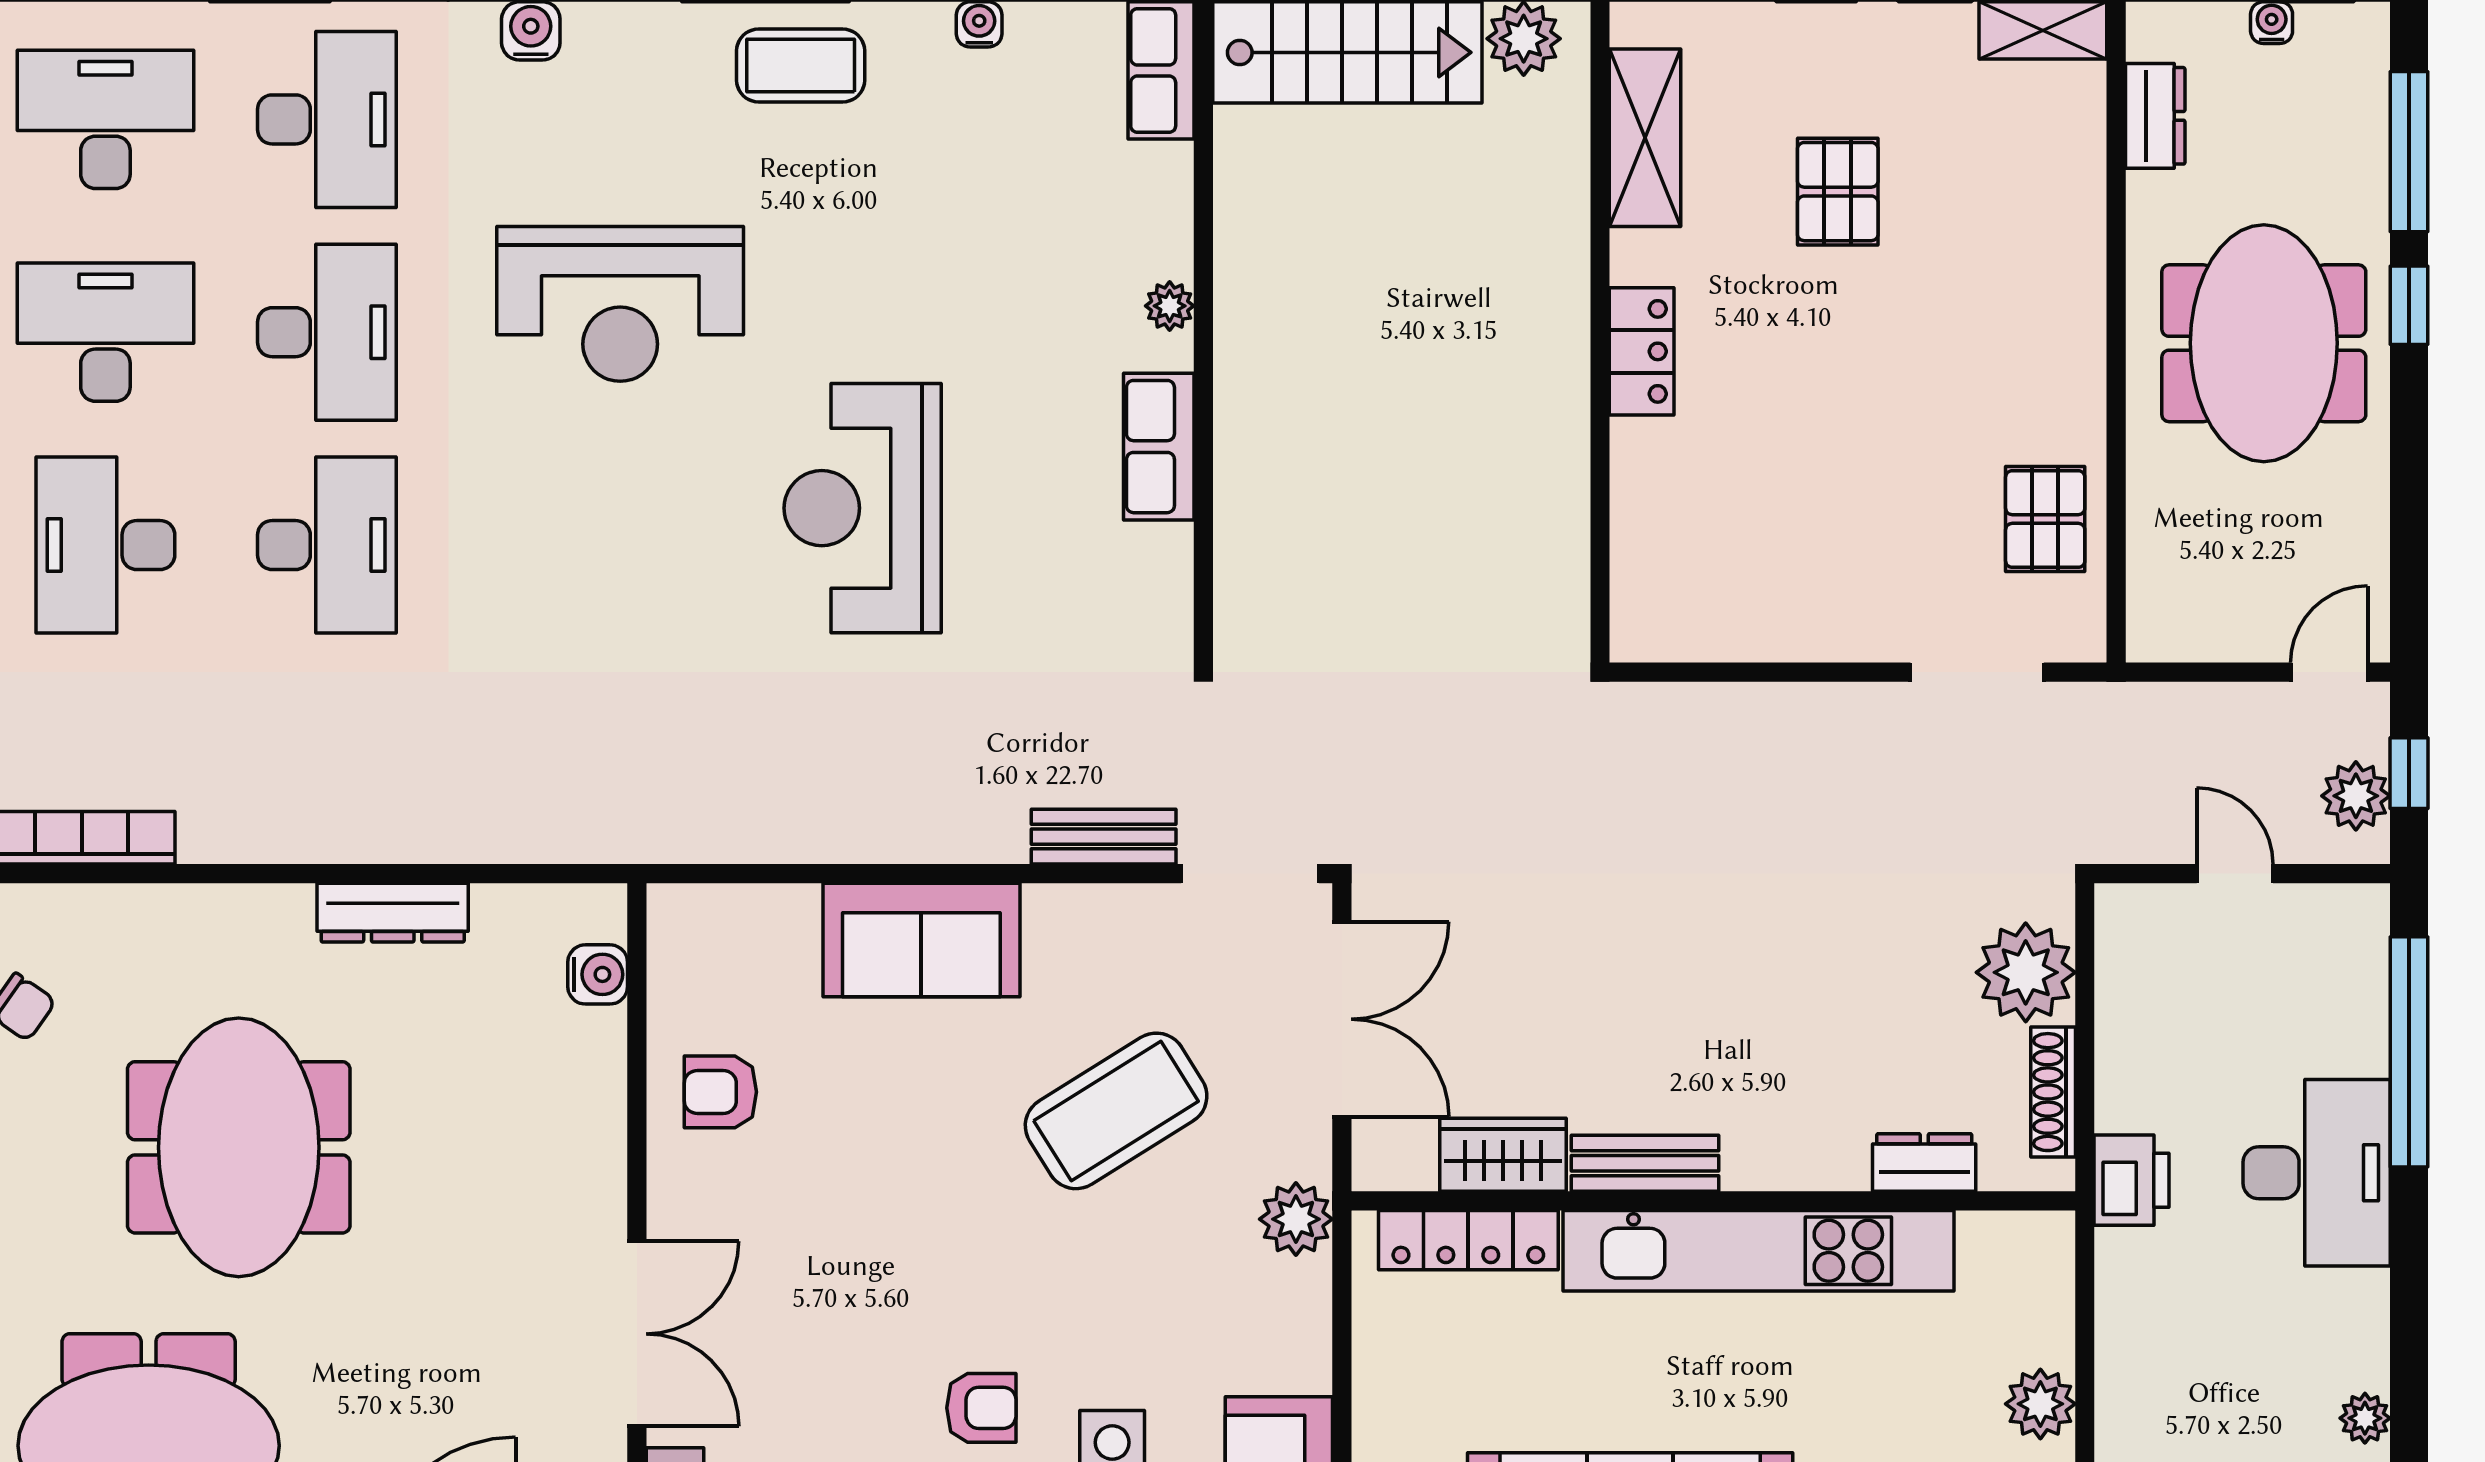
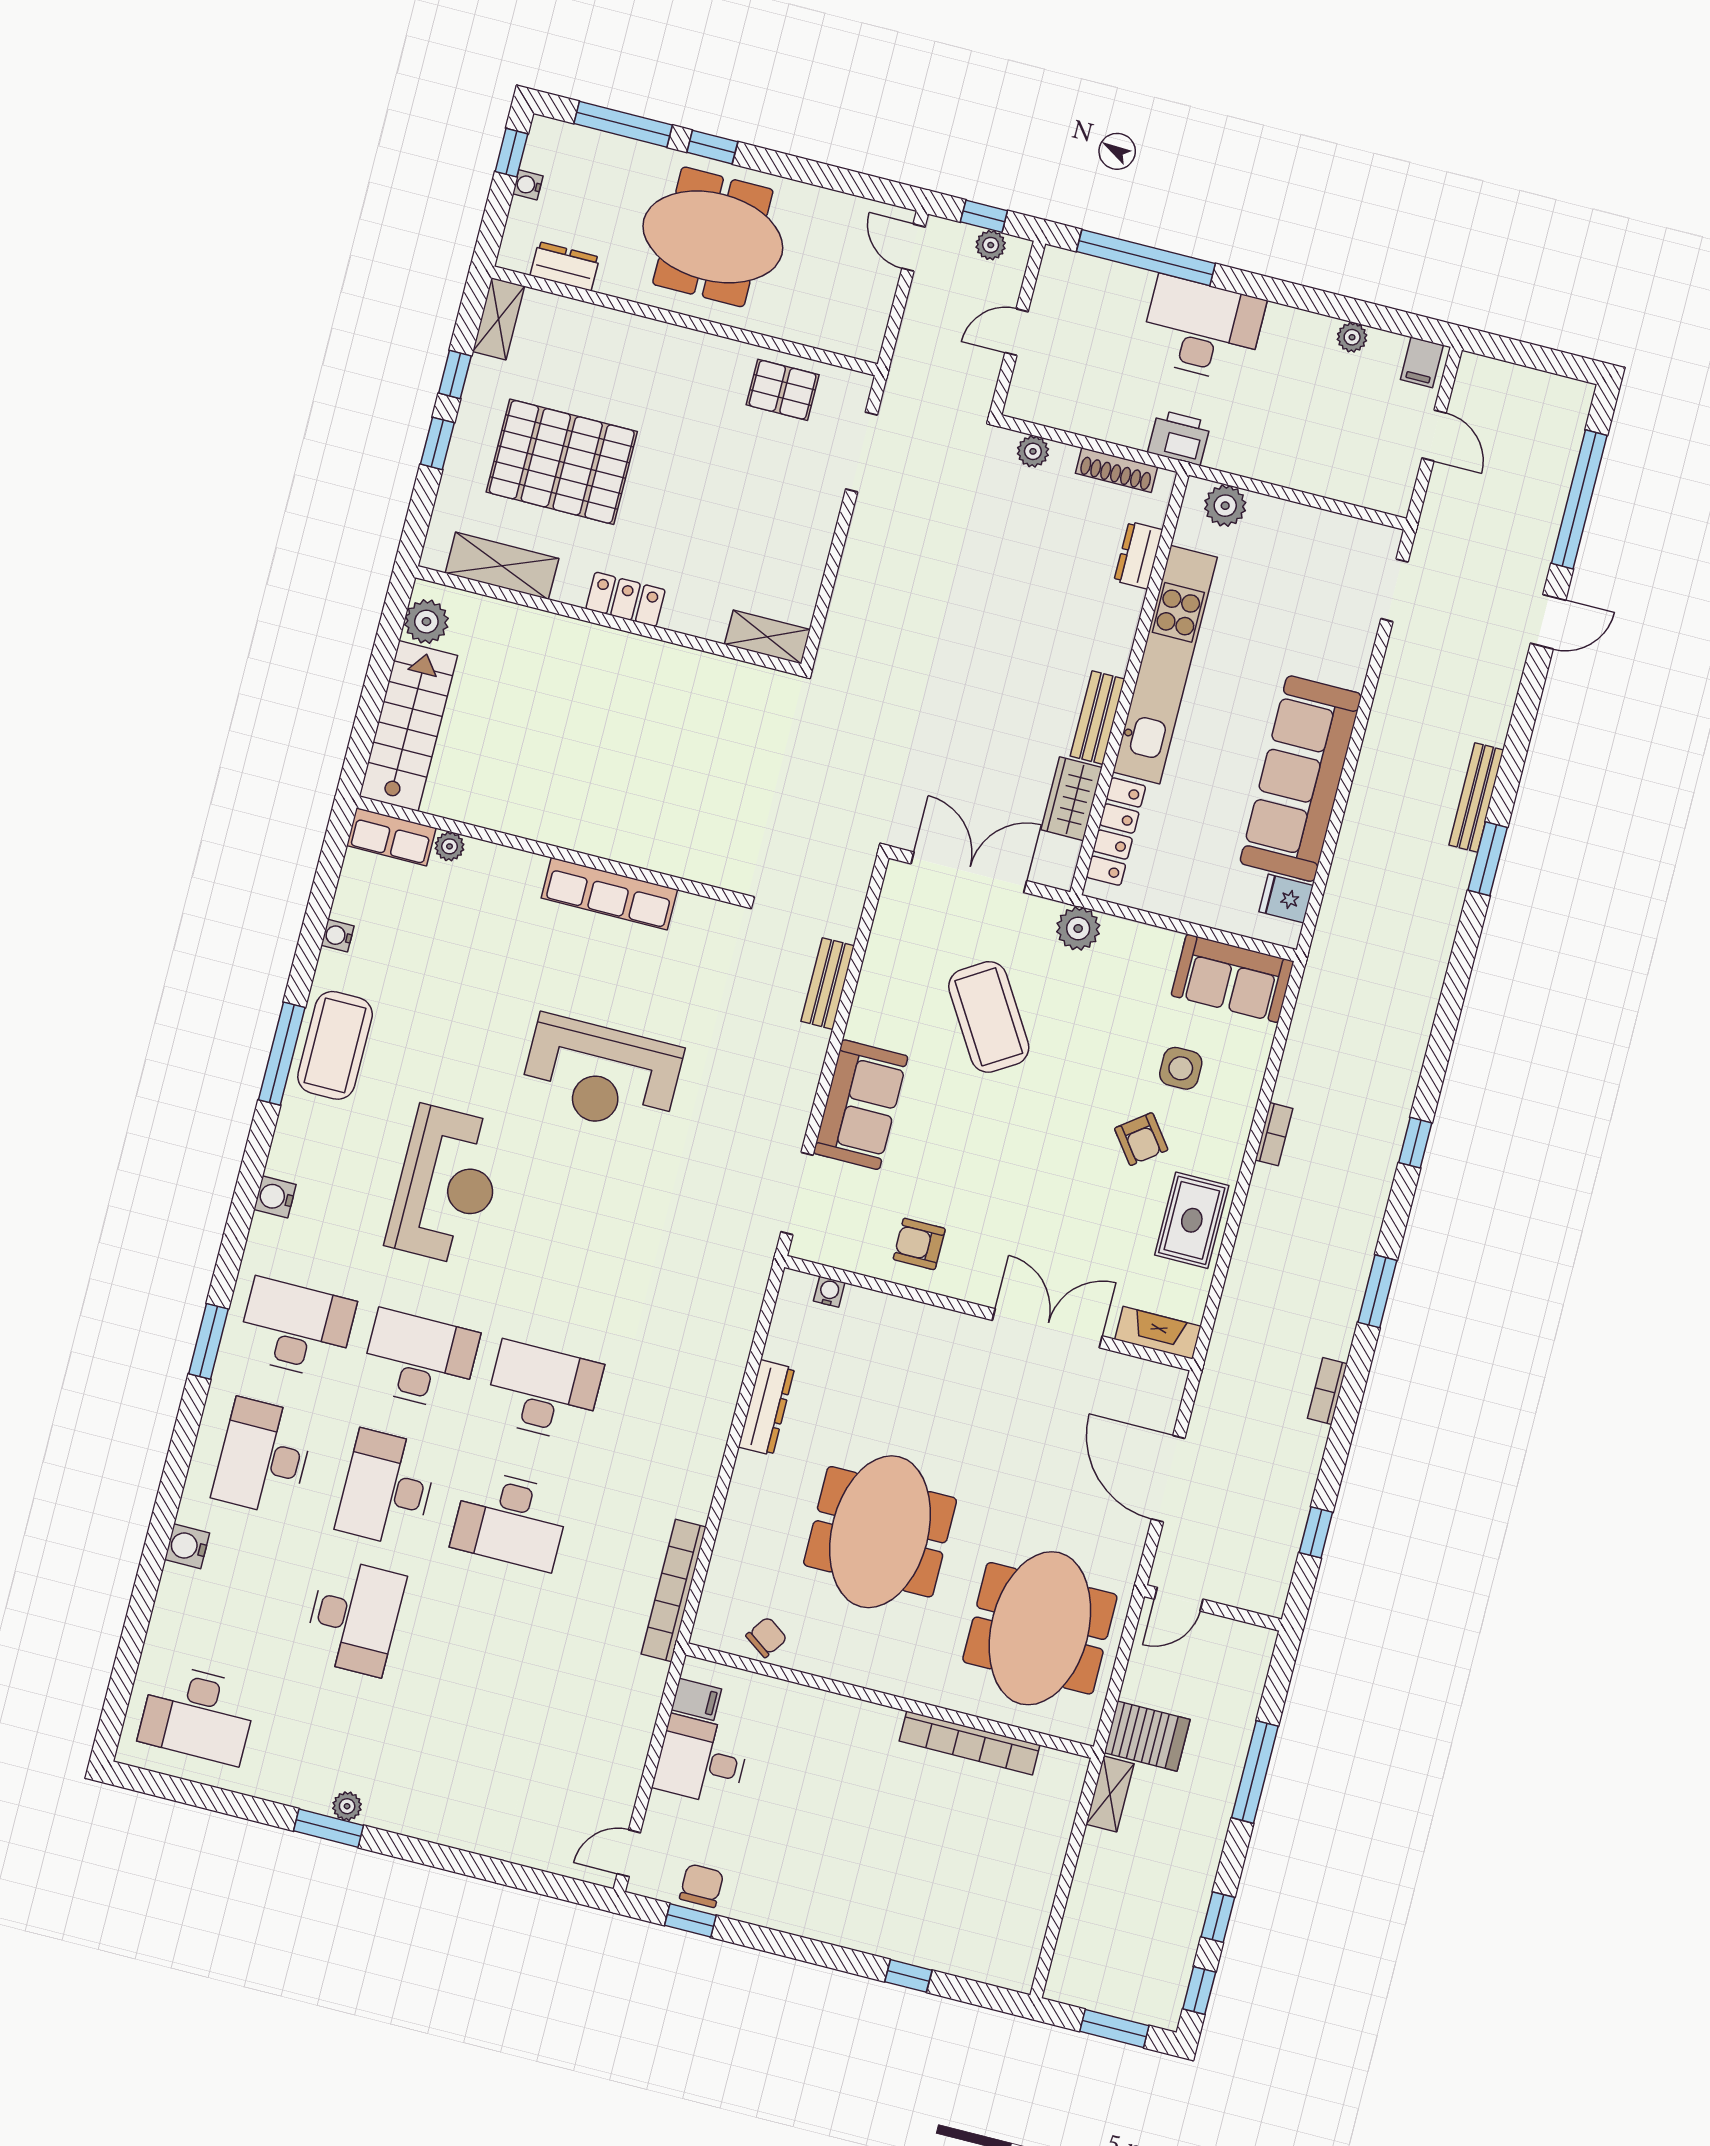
coffee table: (801, 65) -> (335, 1045), width x1.36, depth x1.32
pallet: (1838, 192) -> (562, 462), width x2.05, depth x2.00
plant: (1170, 306) -> (450, 846), moved
row of seats: (1159, 447) -> (609, 894), width x1.48
shelving: (1639, 596) -> (767, 637), added
plant: (2356, 796) -> (991, 245), width x0.73, depth x0.73
doorway: (1250, 874) -> (797, 1193), moved
plant: (2026, 972) -> (1033, 451), width x0.53, depth x0.53
water cooler: (598, 974) -> (829, 1292), width x0.72, depth x0.72
armchair: (720, 1092) -> (919, 1244), turned 90
meeting table: (239, 1147) -> (880, 1532), turned 90
plant: (2040, 1404) -> (1225, 506), moved
armchair: (981, 1408) -> (1141, 1139), turned 143

